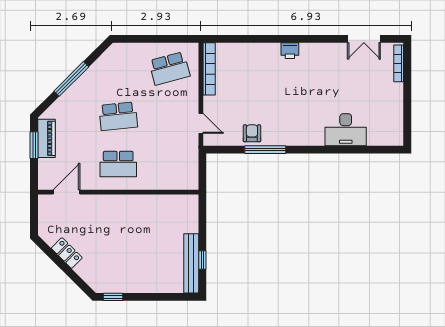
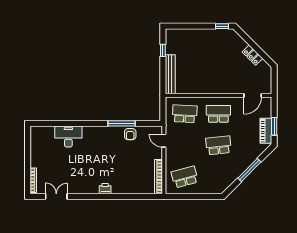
school desk: (169, 164) -> (185, 114), added
bench: (191, 263) -> (170, 74), moved

